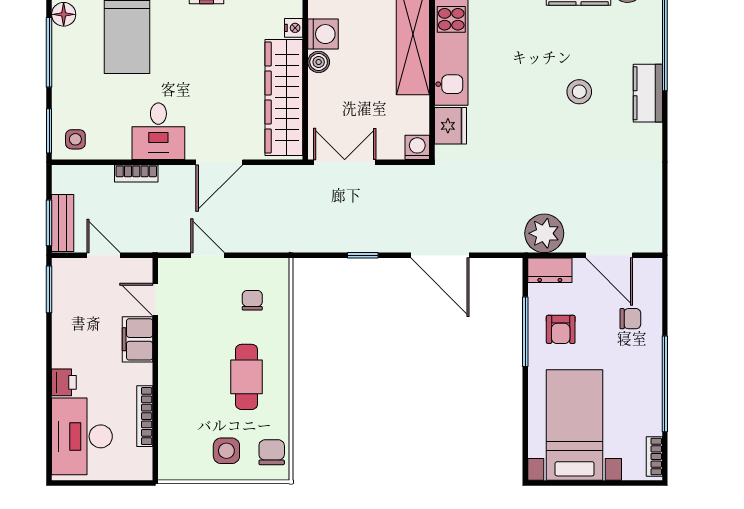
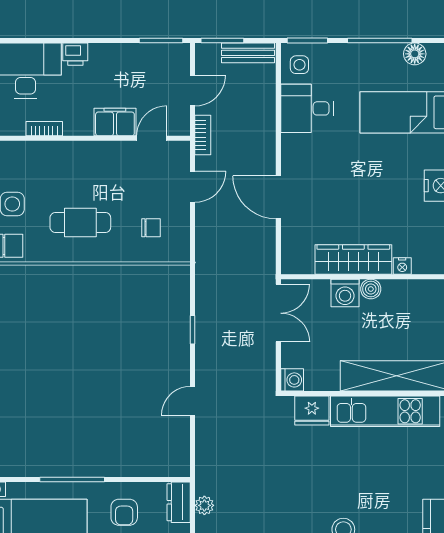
washing machine: (323, 34) -> (345, 293), moved
wardrobe: (284, 98) -> (353, 259), width x0.71, depth x0.85
desk: (158, 131) -> (307, 108), moved
bookcase: (136, 173) -> (203, 135), moved, turned 180
bench: (63, 223) -> (248, 53), moved
plant: (544, 233) -> (204, 505), width x0.53, depth x0.53
door: (440, 255) -> (192, 401), width x0.53
armchair: (561, 329) -> (124, 512), turned -90
window: (525, 332) -> (72, 479), moved
bookcase: (145, 416) -> (44, 129), width x0.64

